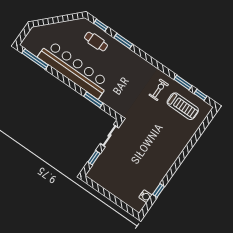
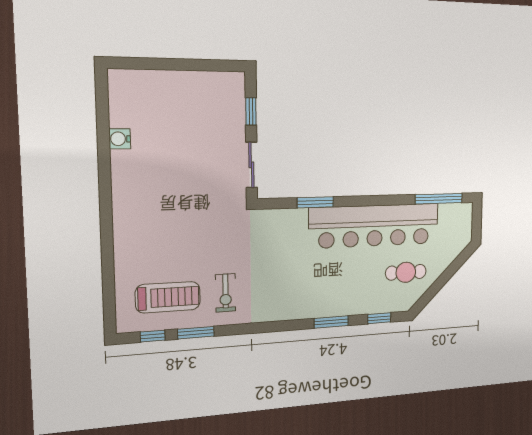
cafe table: (96, 42) -> (406, 272), moved
treadmill: (183, 106) -> (168, 297), turned 180
window: (159, 191) -> (103, 131), removed
water cooler: (145, 196) -> (120, 139), moved

